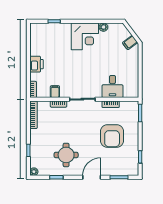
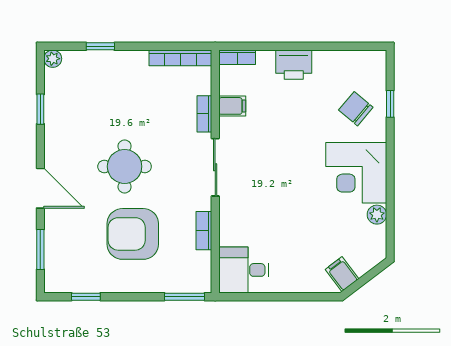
chair: (56, 36) -> (356, 109), added
desk: (112, 86) -> (244, 270), moved
round table: (66, 155) -> (125, 166), moved

